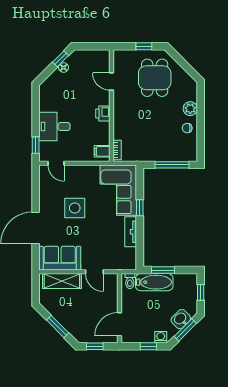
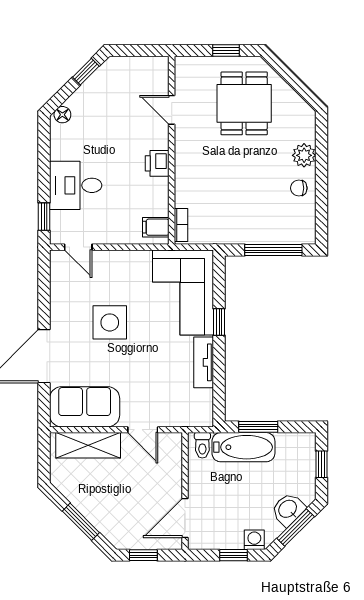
floor lamp: (64, 68) -> (62, 115), moved

